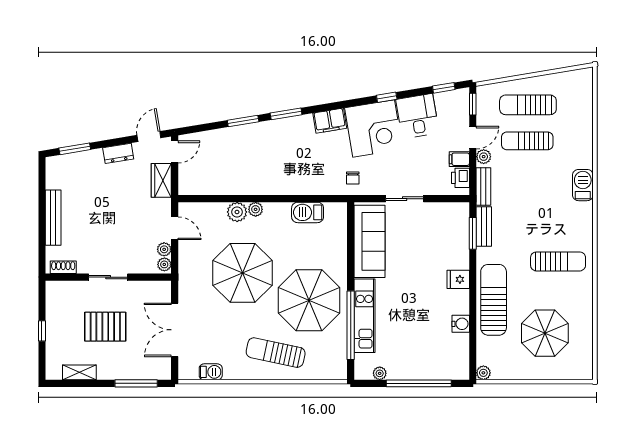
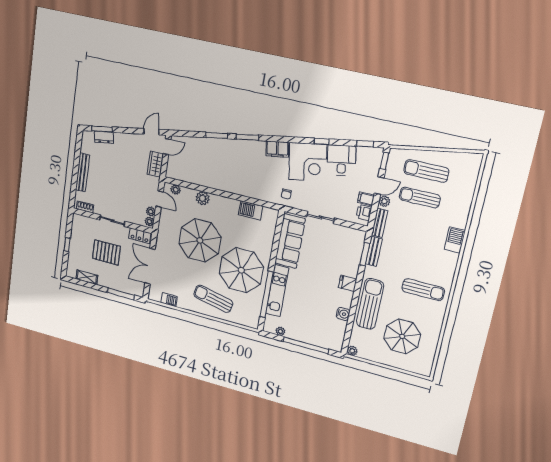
dresser: (118, 153) -> (104, 137), moved
plant: (256, 209) -> (176, 190), moved
locker: (153, 289) -> (140, 236), added

